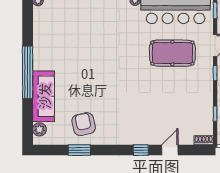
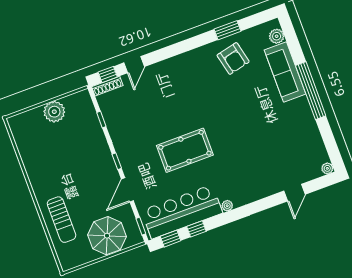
pool table: (172, 53) -> (185, 150), moved
shoe rack: (204, 140) -> (107, 86), width x1.43
window: (141, 150) -> (108, 75), moved

